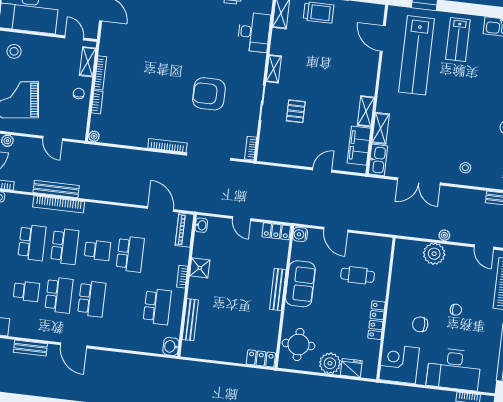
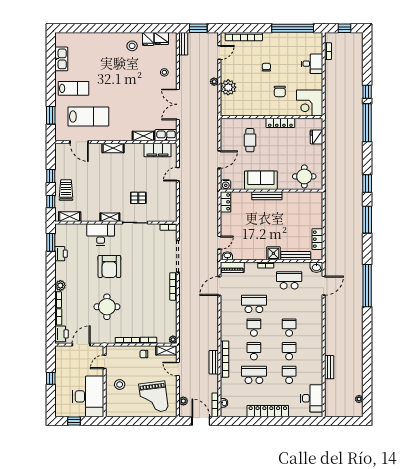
desk: (254, 32) -> (101, 234), moved
door: (383, 39) -> (79, 142), hinge flipped
round table: (150, 50) -> (107, 307), added
stool: (14, 51) -> (120, 384), moved
lab bench: (417, 55) -> (88, 117), width x0.73
shelving: (88, 62) -> (166, 350), moved
armchair: (209, 94) -> (109, 266), moved
shelving: (366, 111) -> (113, 148), moved
door: (53, 138) -> (178, 369), swing flipped
door: (322, 170) -> (178, 174), hinge flipped
double door: (419, 181) -> (178, 104), swing flipped
bench: (56, 189) -> (214, 362), width x0.73
door: (242, 219) -> (219, 243), moved
school desk: (65, 246) -> (254, 351), width x0.54
shower: (200, 268) -> (273, 253), moved
school desk: (59, 295) -> (289, 351), width x0.54
school desk: (92, 299) -> (289, 328), width x0.54
door: (74, 345) -> (324, 286), moved
locker: (261, 358) -> (317, 239), moved
plant: (330, 363) -> (315, 152), removed
desk: (454, 369) -> (312, 64), width x0.53, depth x0.77

